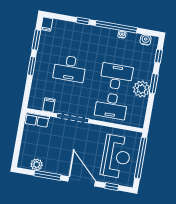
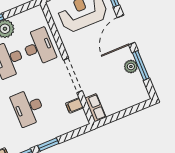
desk: (70, 68) -> (28, 108), turned 180
plant: (37, 165) -> (131, 67), moved

